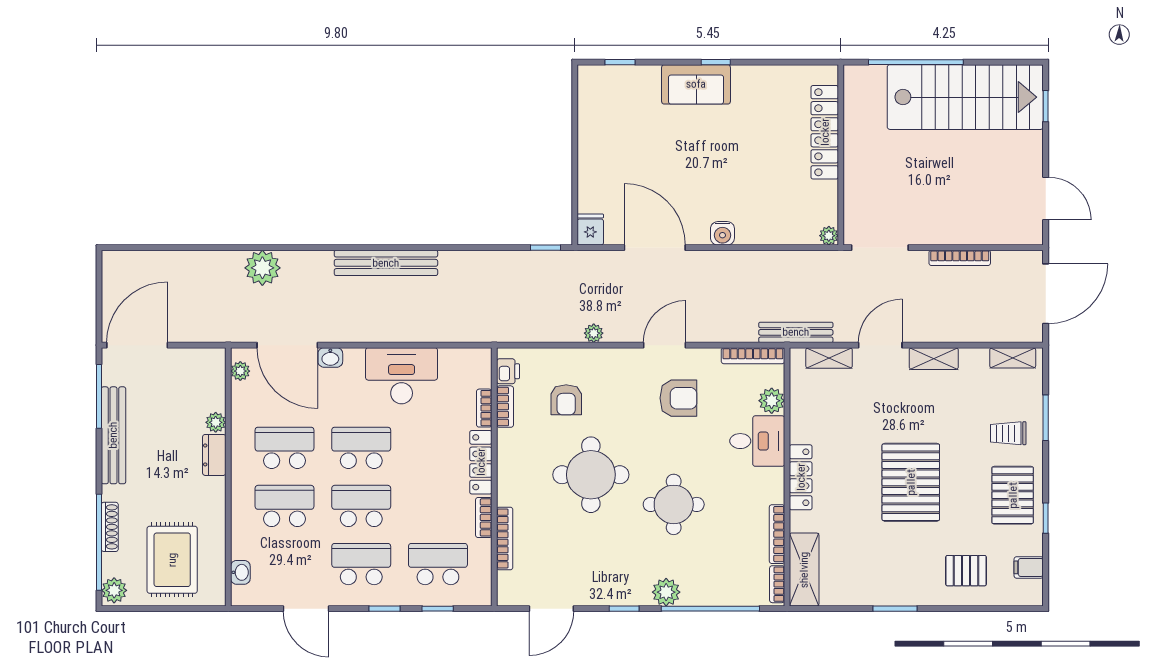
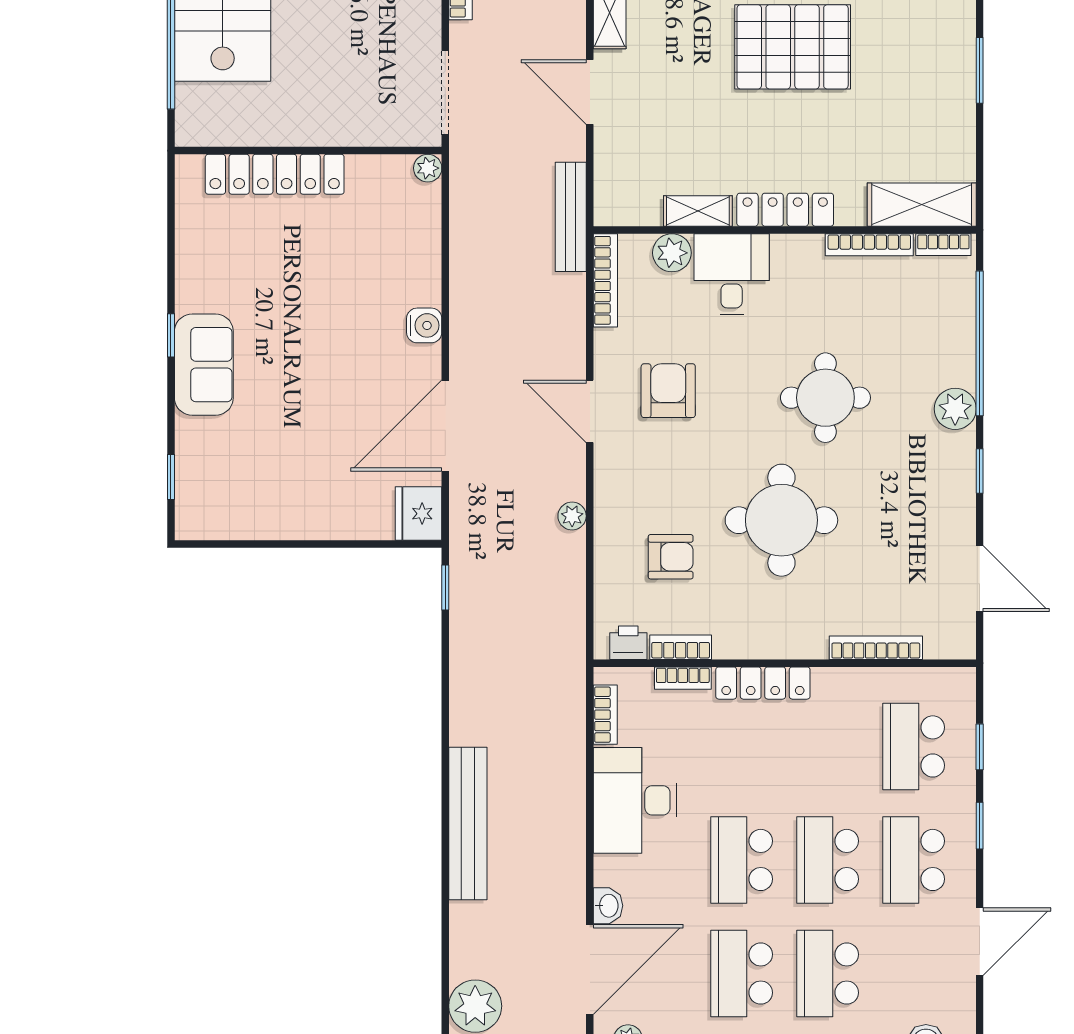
fridge: (590, 229) -> (419, 514), width x1.38
shelving: (829, 358) -> (698, 211), moved, turned 90
bookcase: (484, 517) -> (605, 715), moved, turned -90

